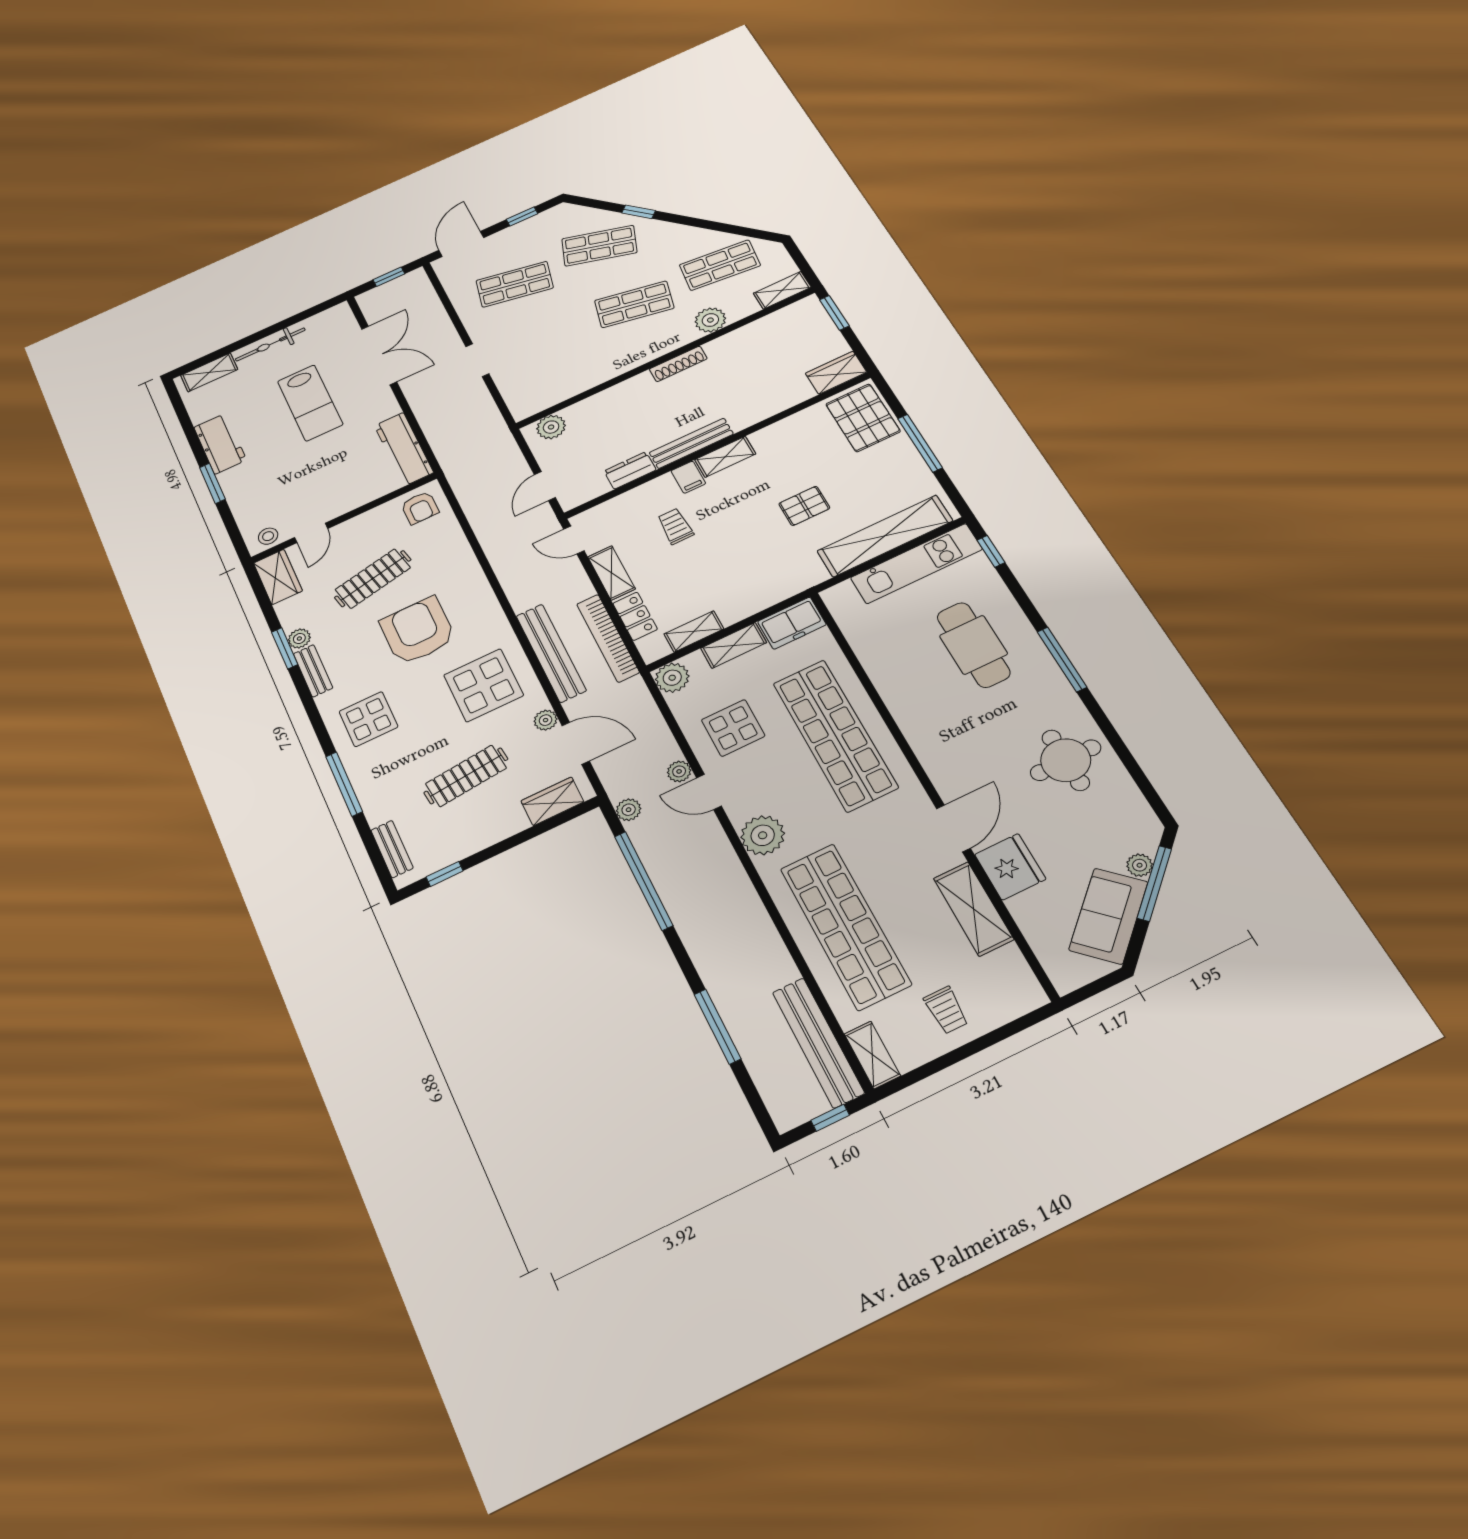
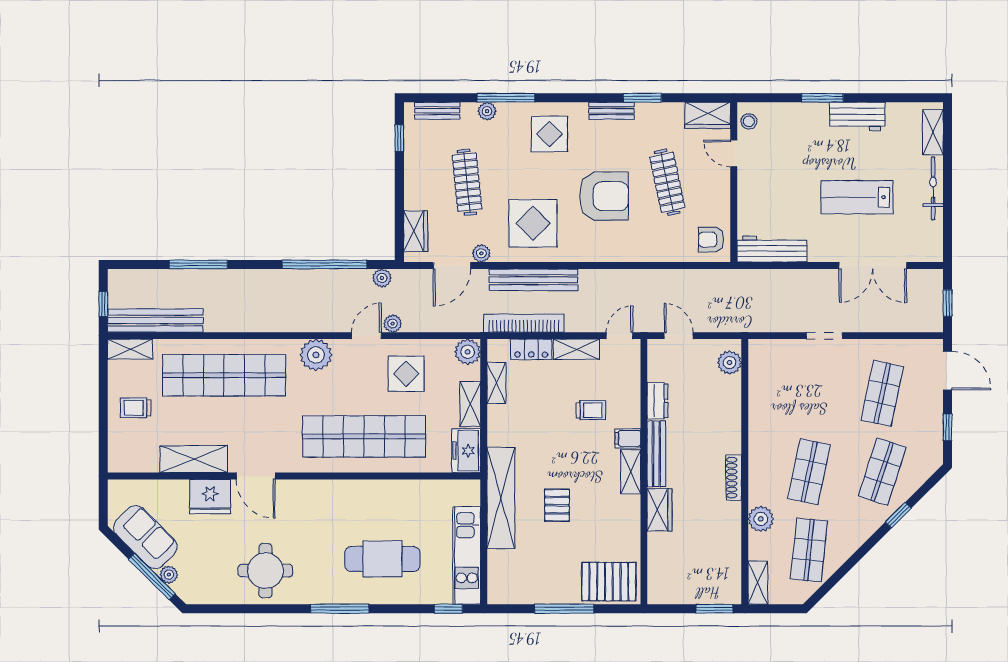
wardrobe: (836, 373) -> (659, 510), moved
shelving: (885, 536) -> (501, 498), moved
plant: (299, 639) -> (487, 111), moved

